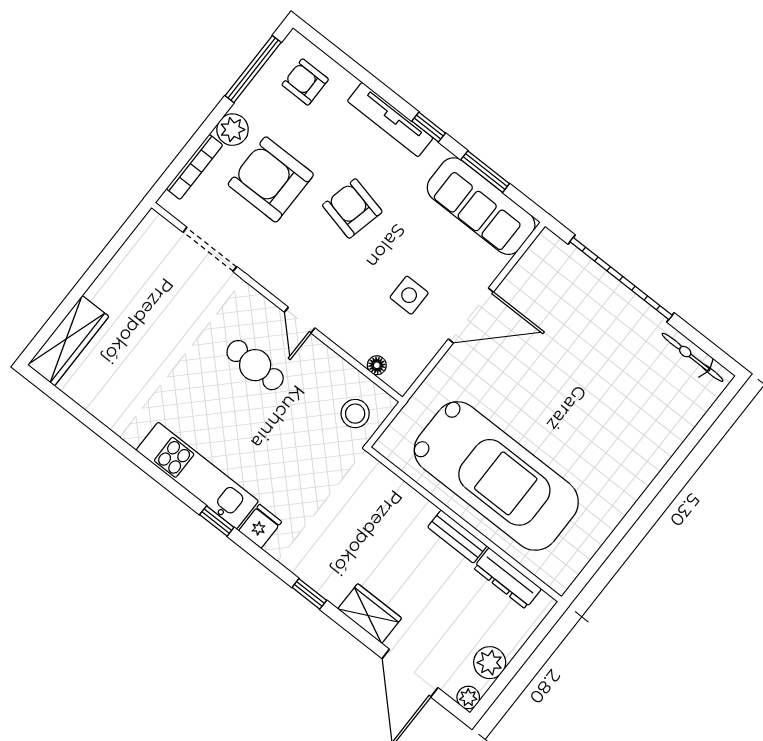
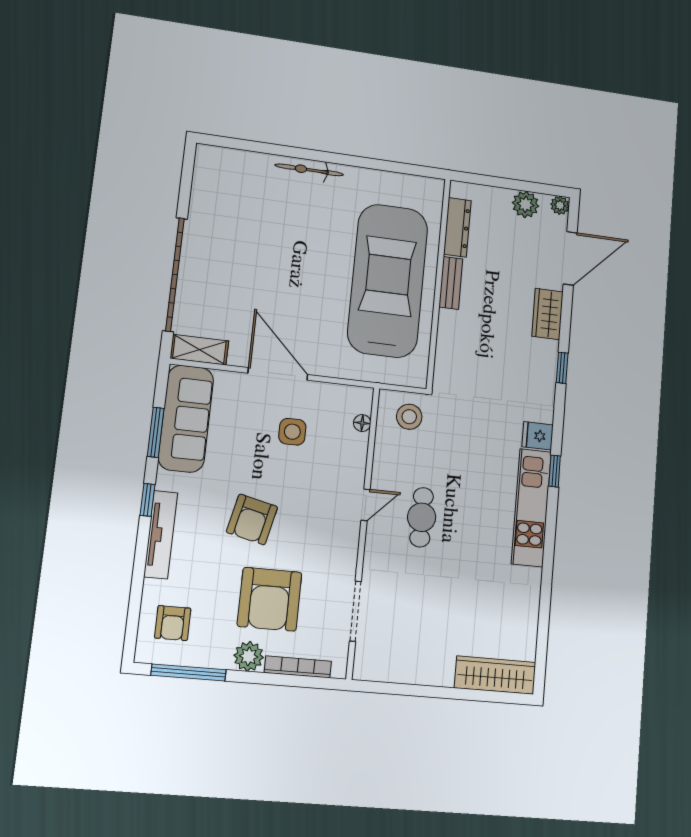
shelving: (537, 257) -> (199, 350), added
bicycle: (692, 357) -> (309, 170), moved, turned 90

